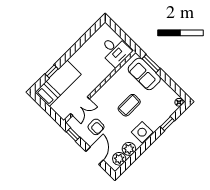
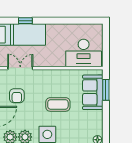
desk: (115, 51) -> (84, 53), width x1.37
double door: (80, 106) -> (20, 68), swing flipped

